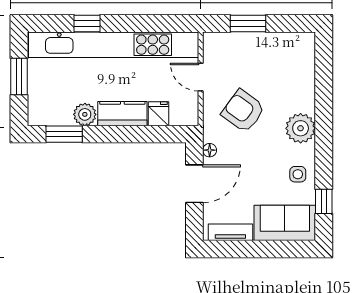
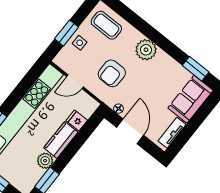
coffee table: (293, 61) -> (106, 25), added
armchair: (243, 111) -> (112, 73), turned -36
side table: (298, 174) -> (80, 43), moved
window: (324, 201) -> (196, 69), width x1.50

